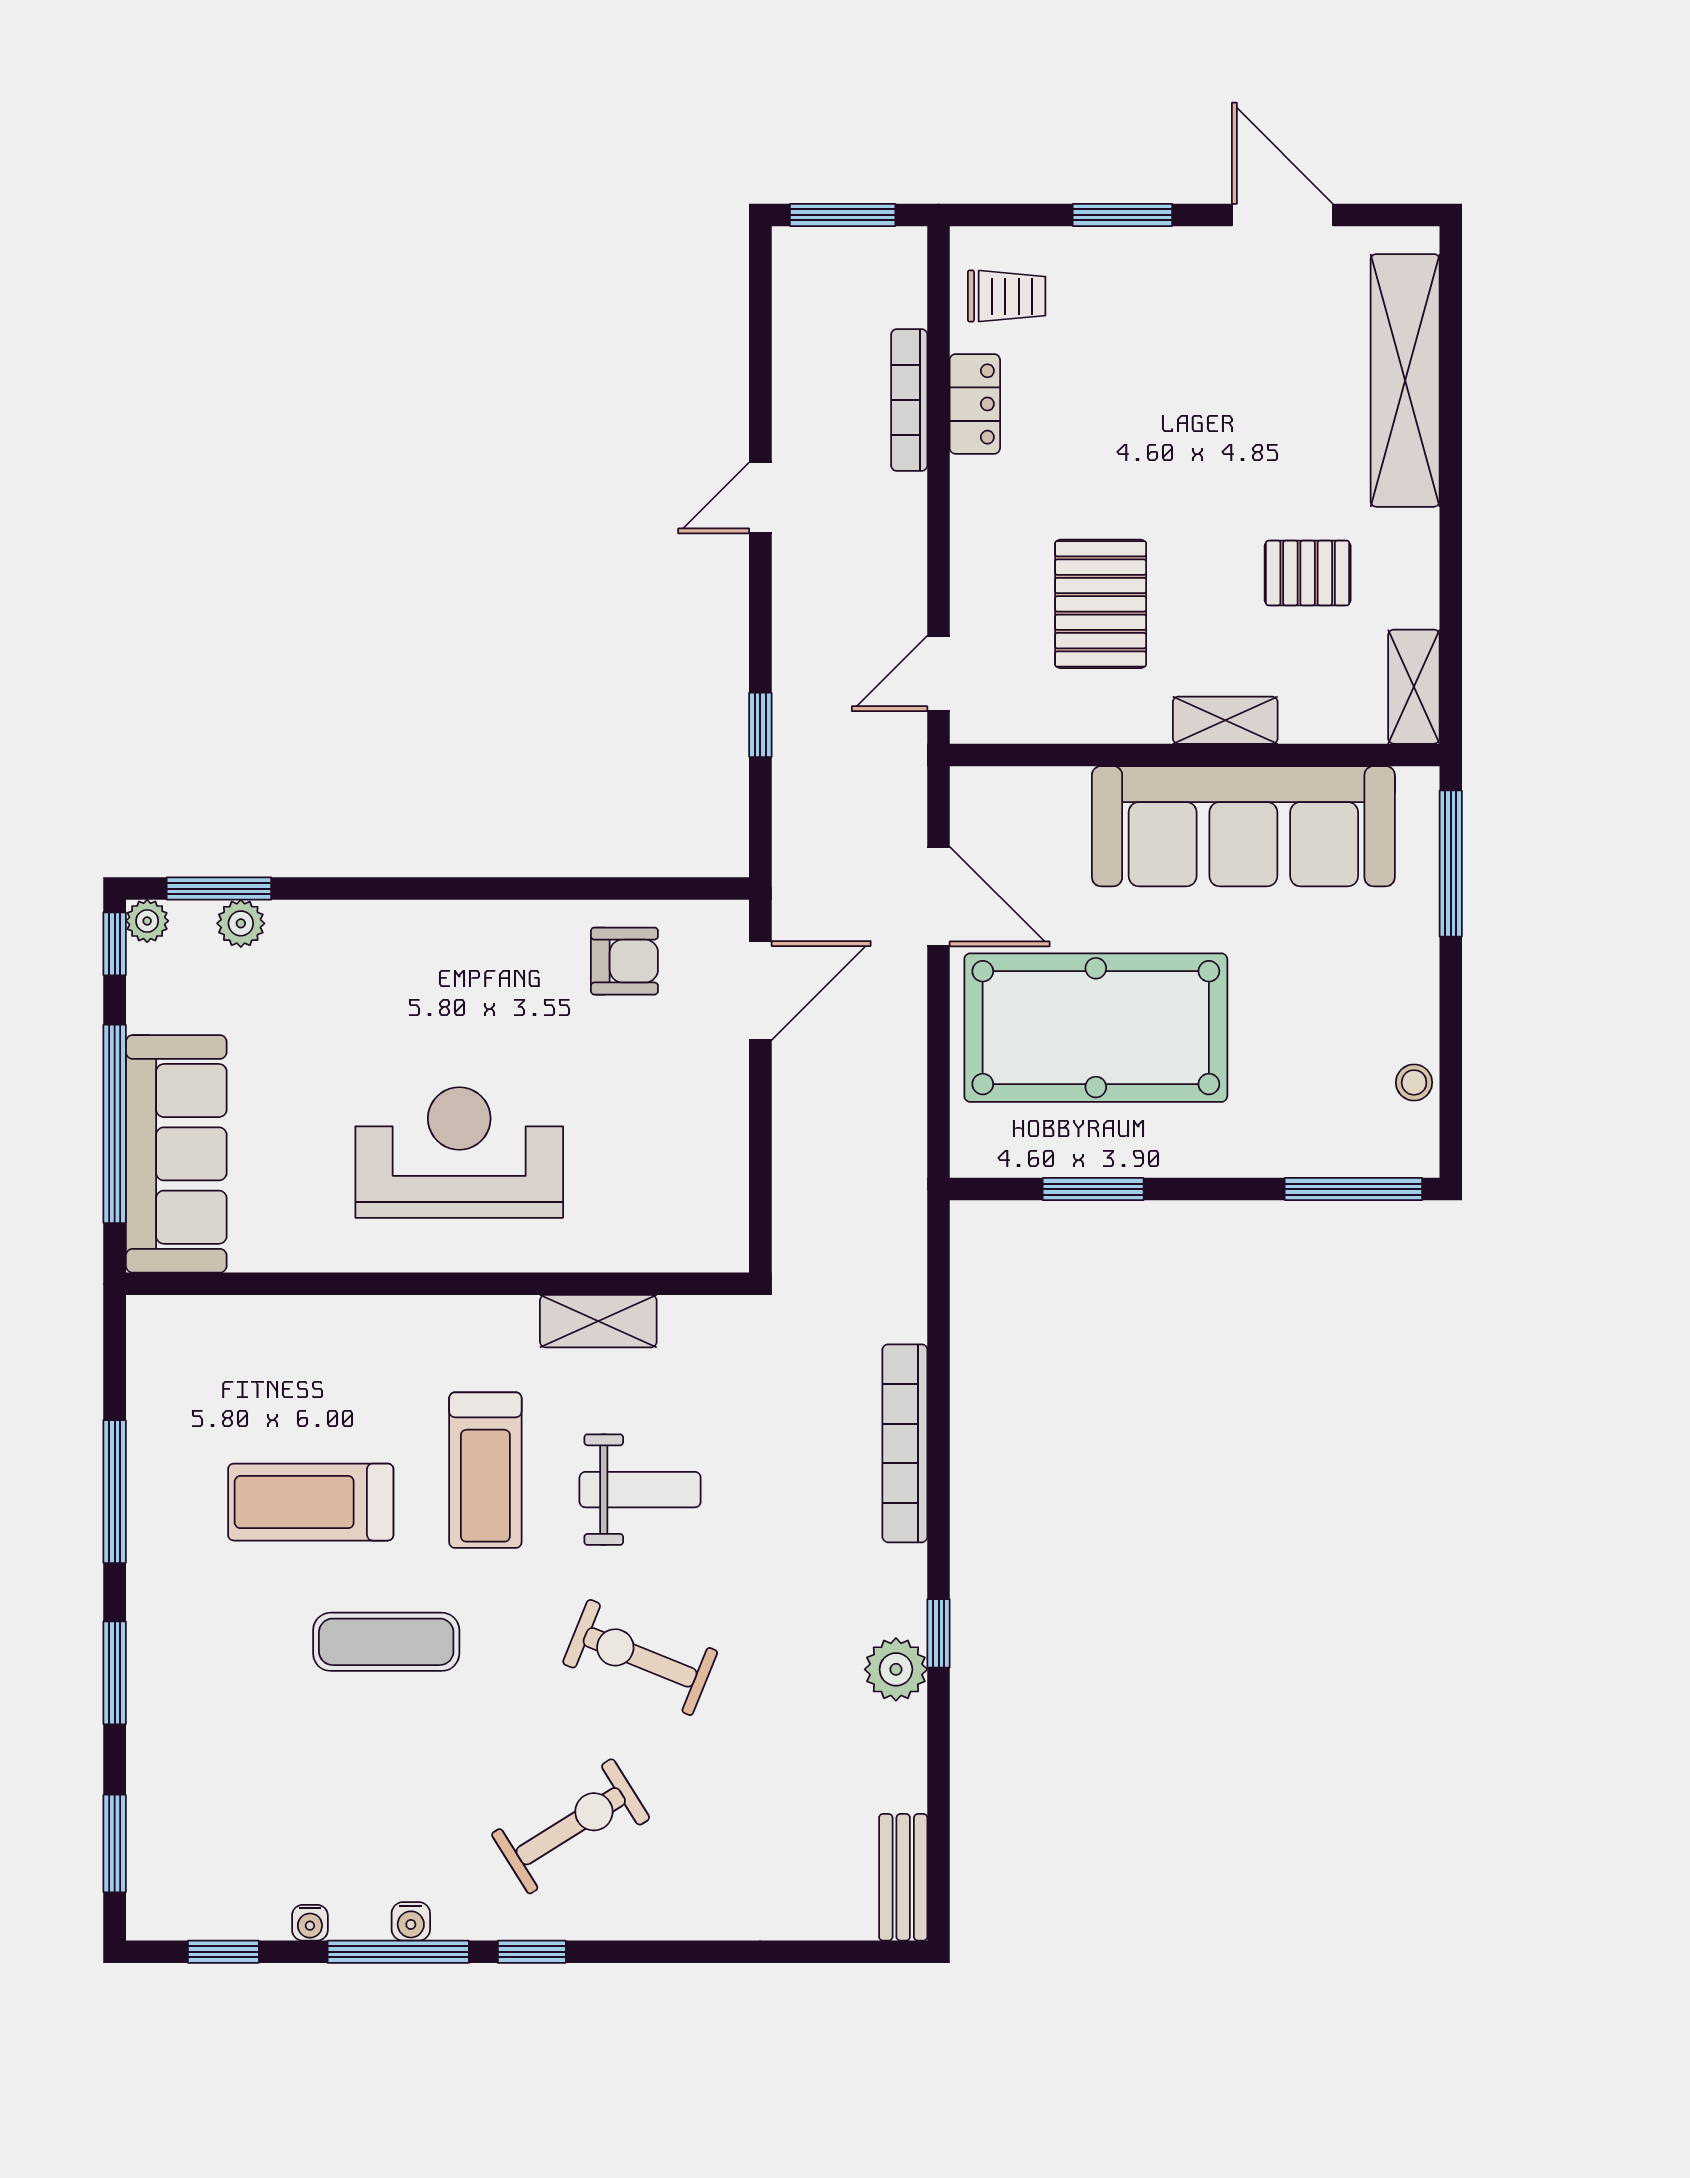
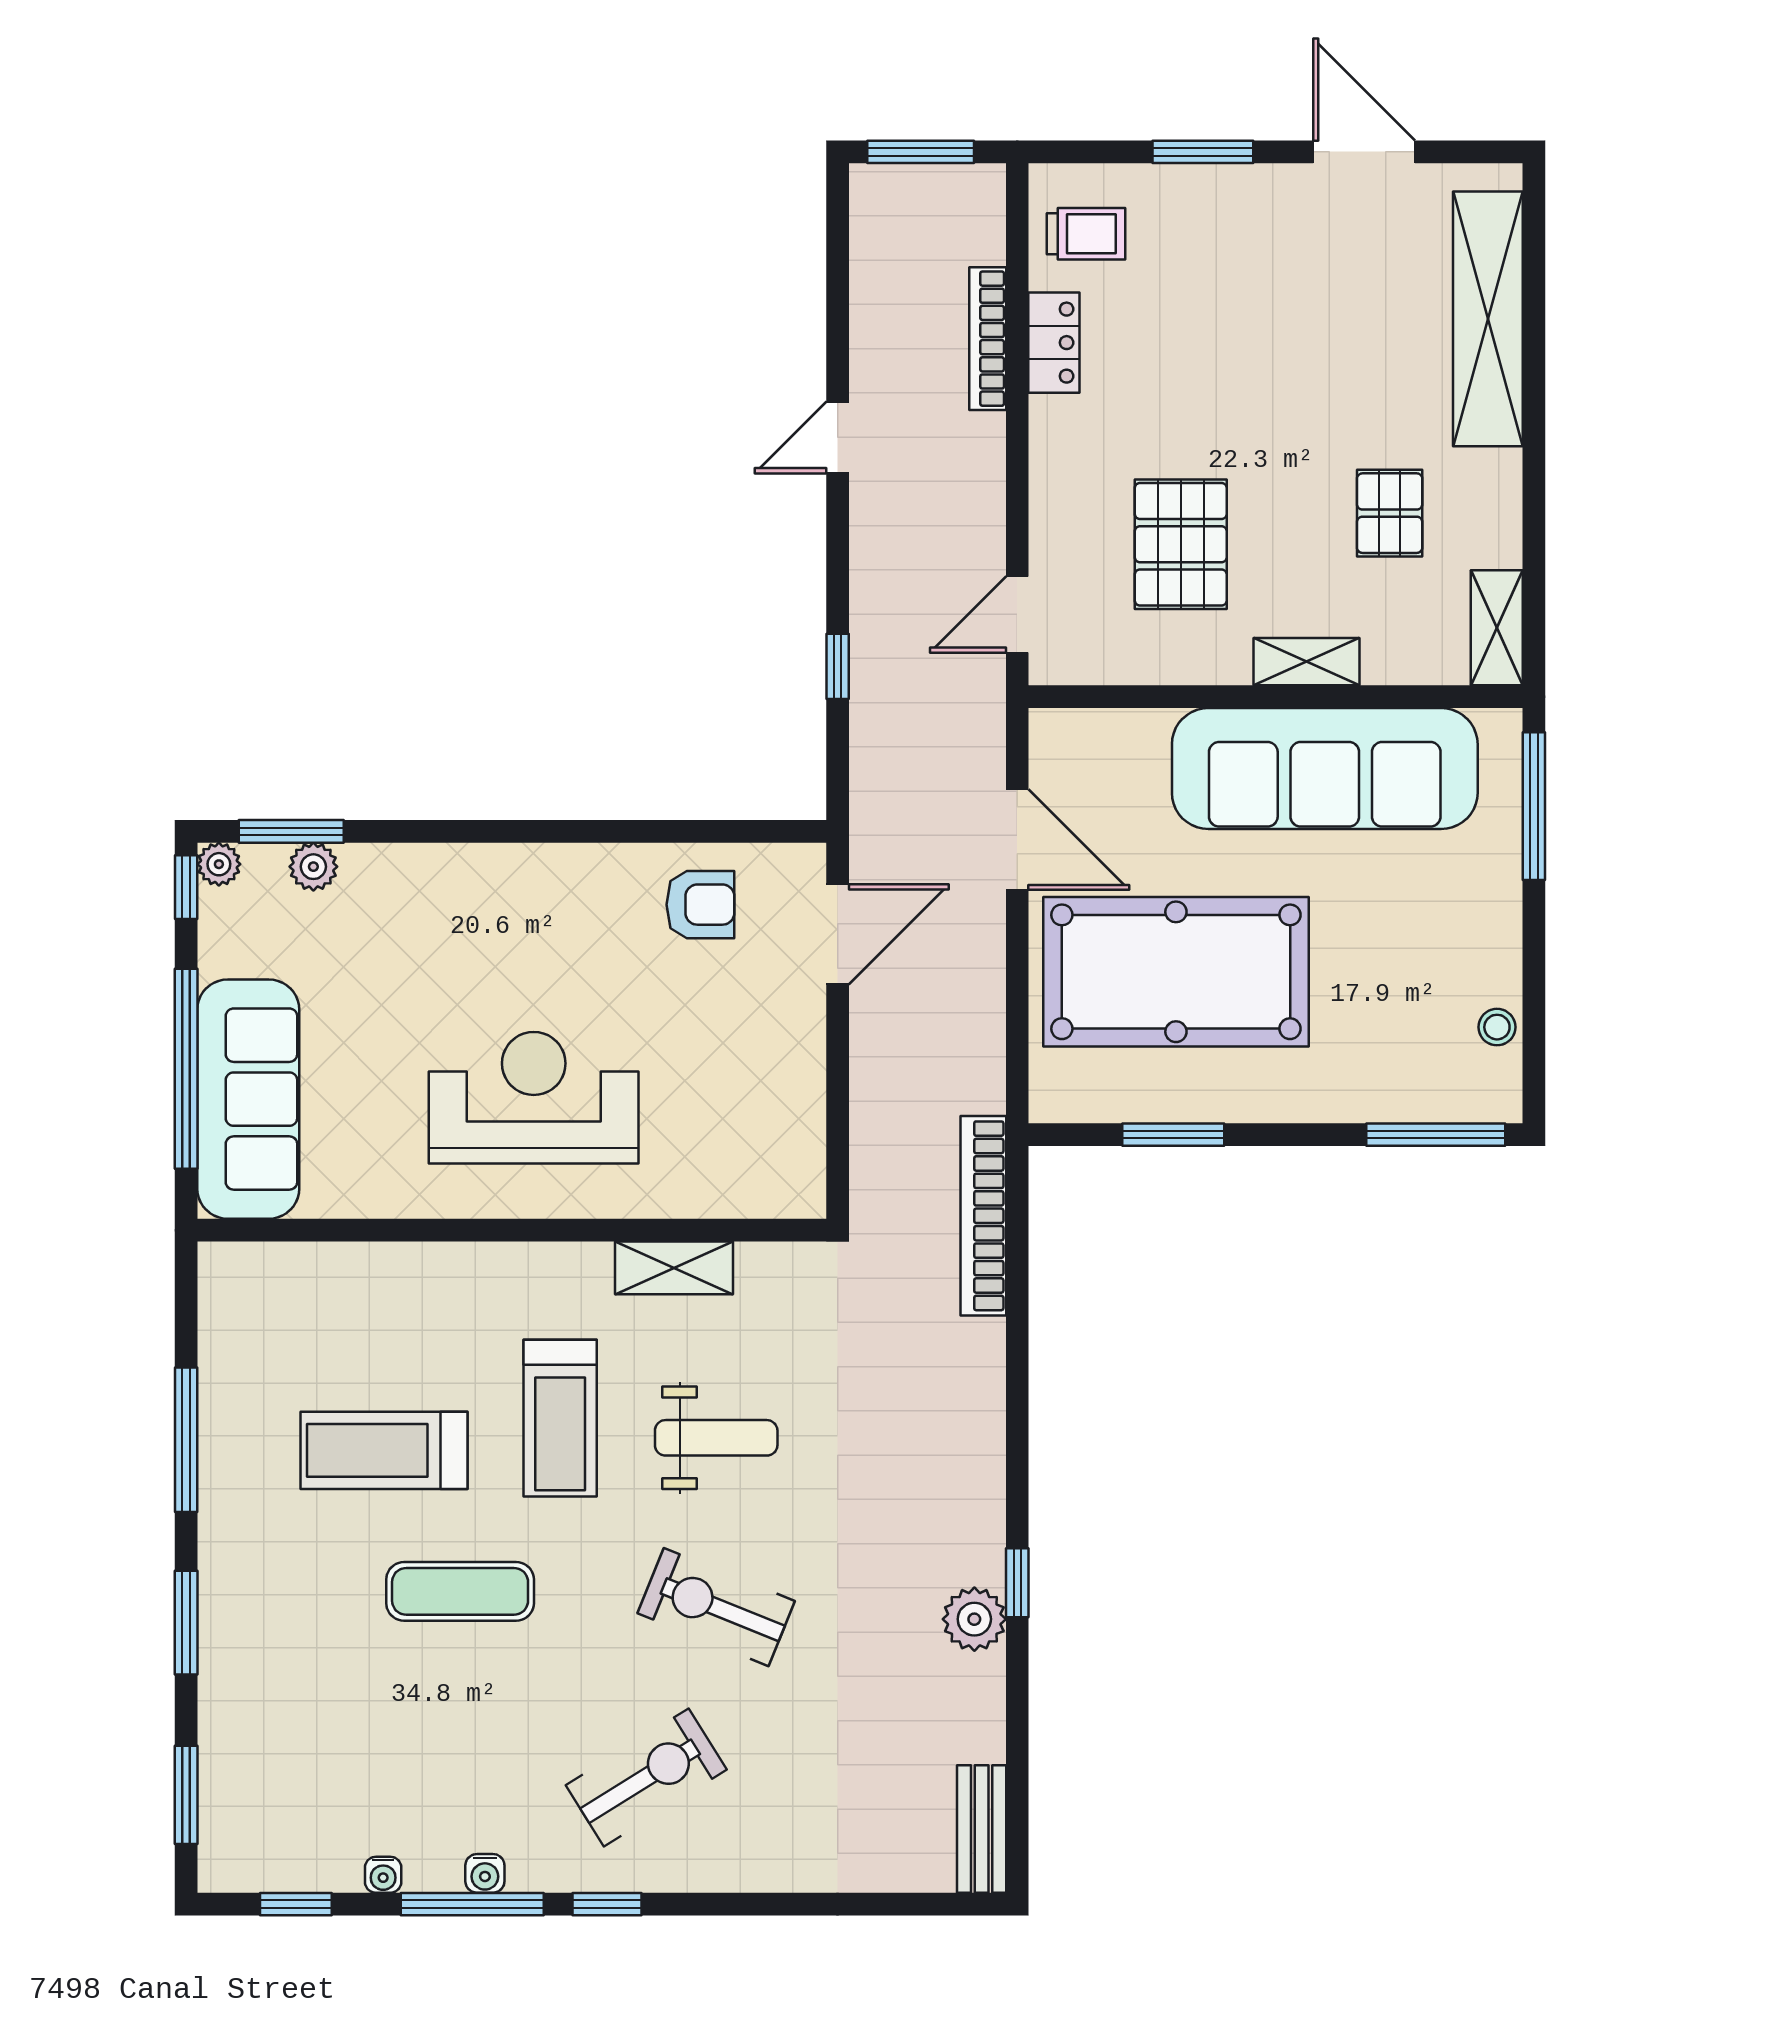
pallet: (1308, 573) -> (1390, 513), turned 90
bookcase: (905, 1443) -> (983, 1216), moved

